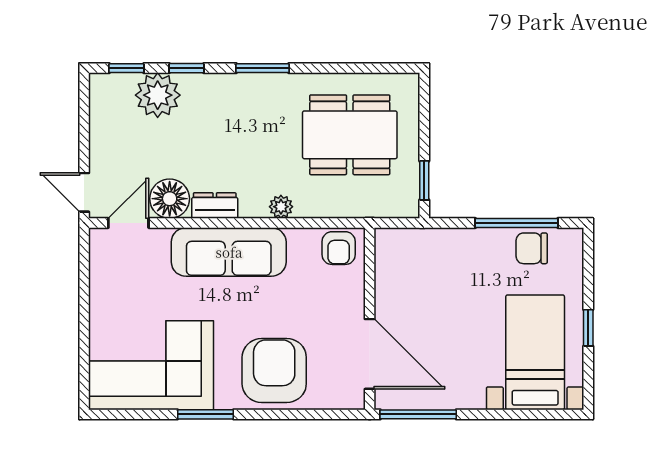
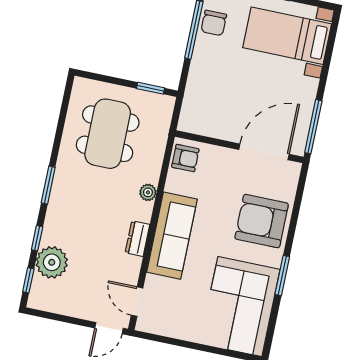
floor lamp: (170, 199) -> (126, 269), removed

